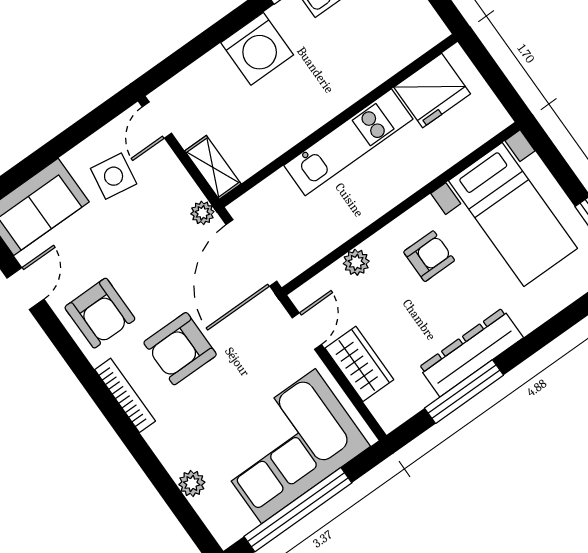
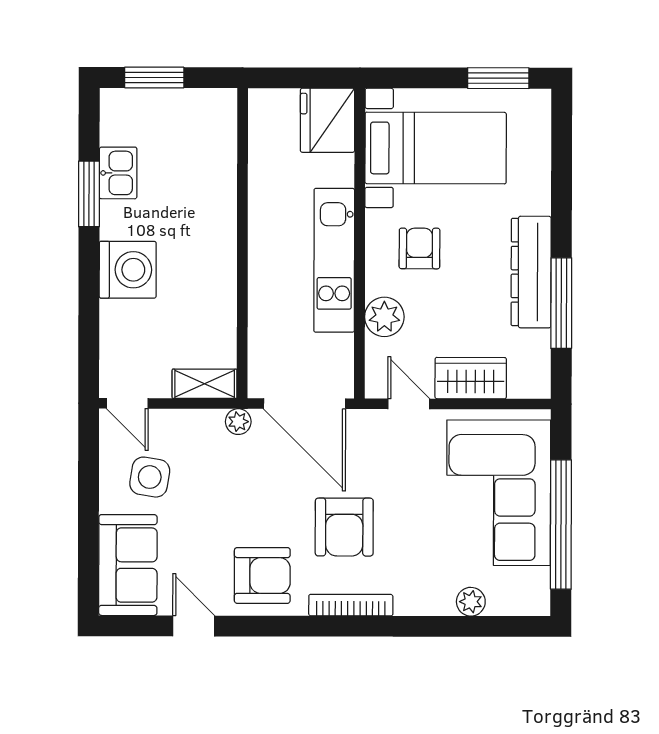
fridge: (432, 90) -> (328, 120), moved, turned 180
kitchen unit: (348, 142) -> (334, 260), moved, turned 180
plant: (356, 262) -> (384, 317), width x1.38, depth x1.38

